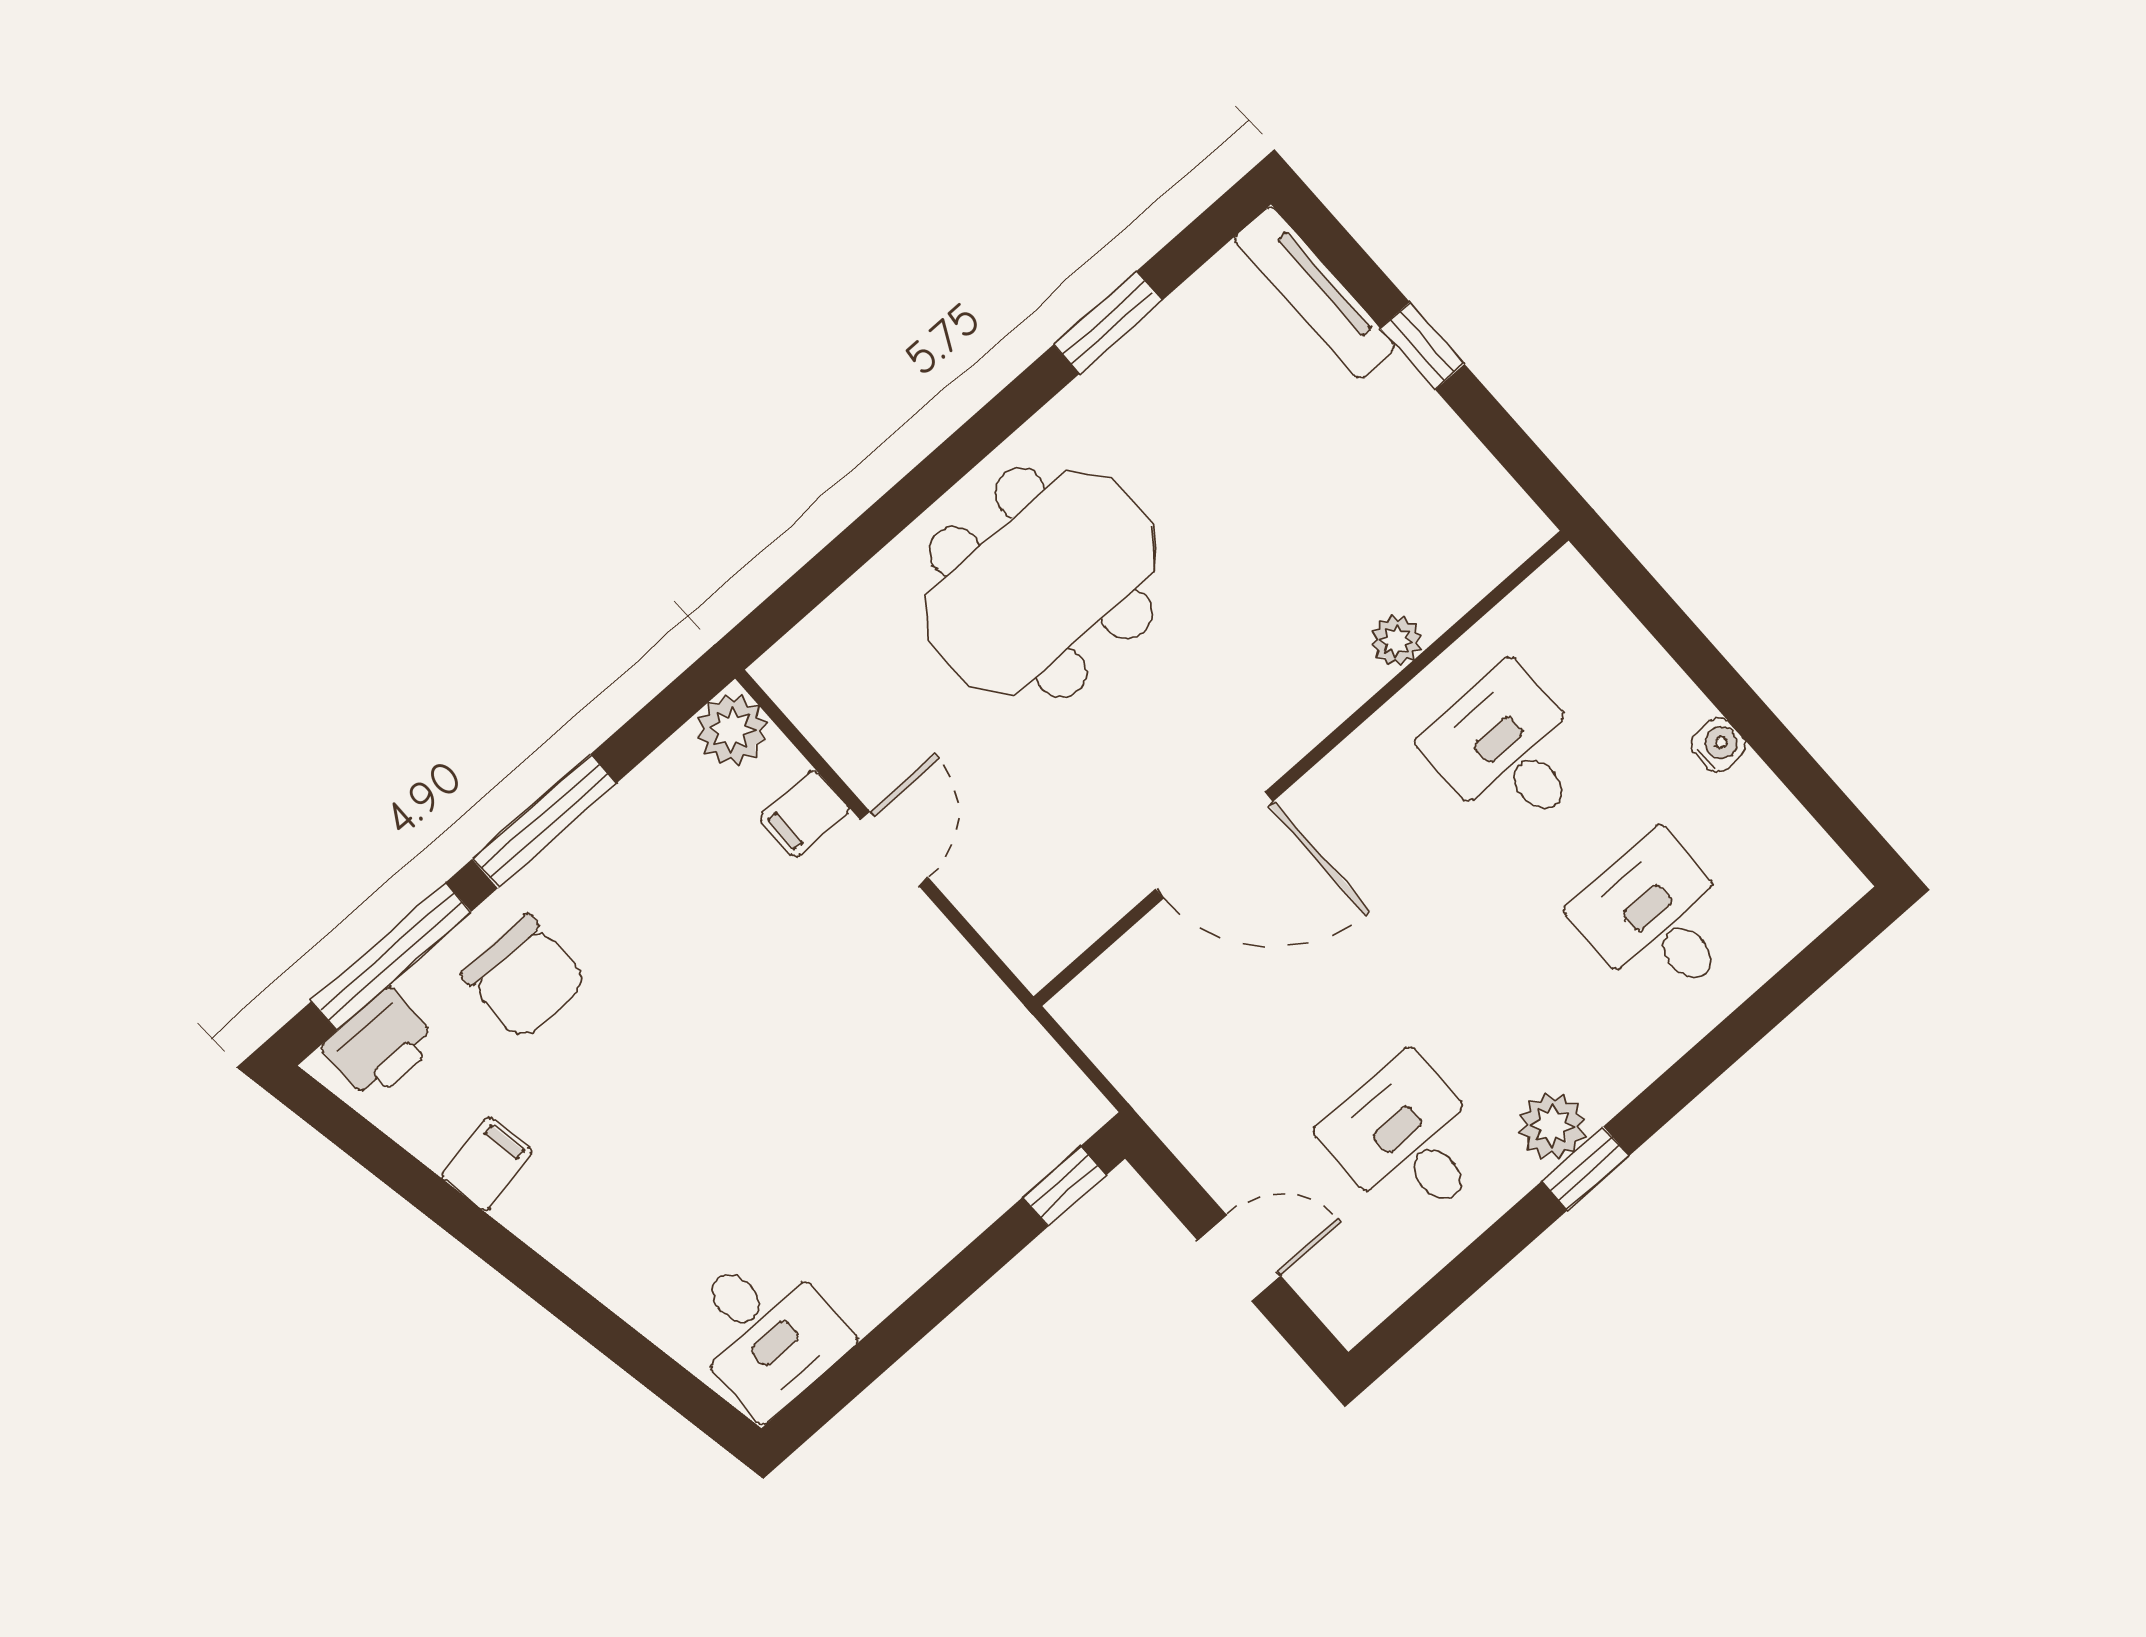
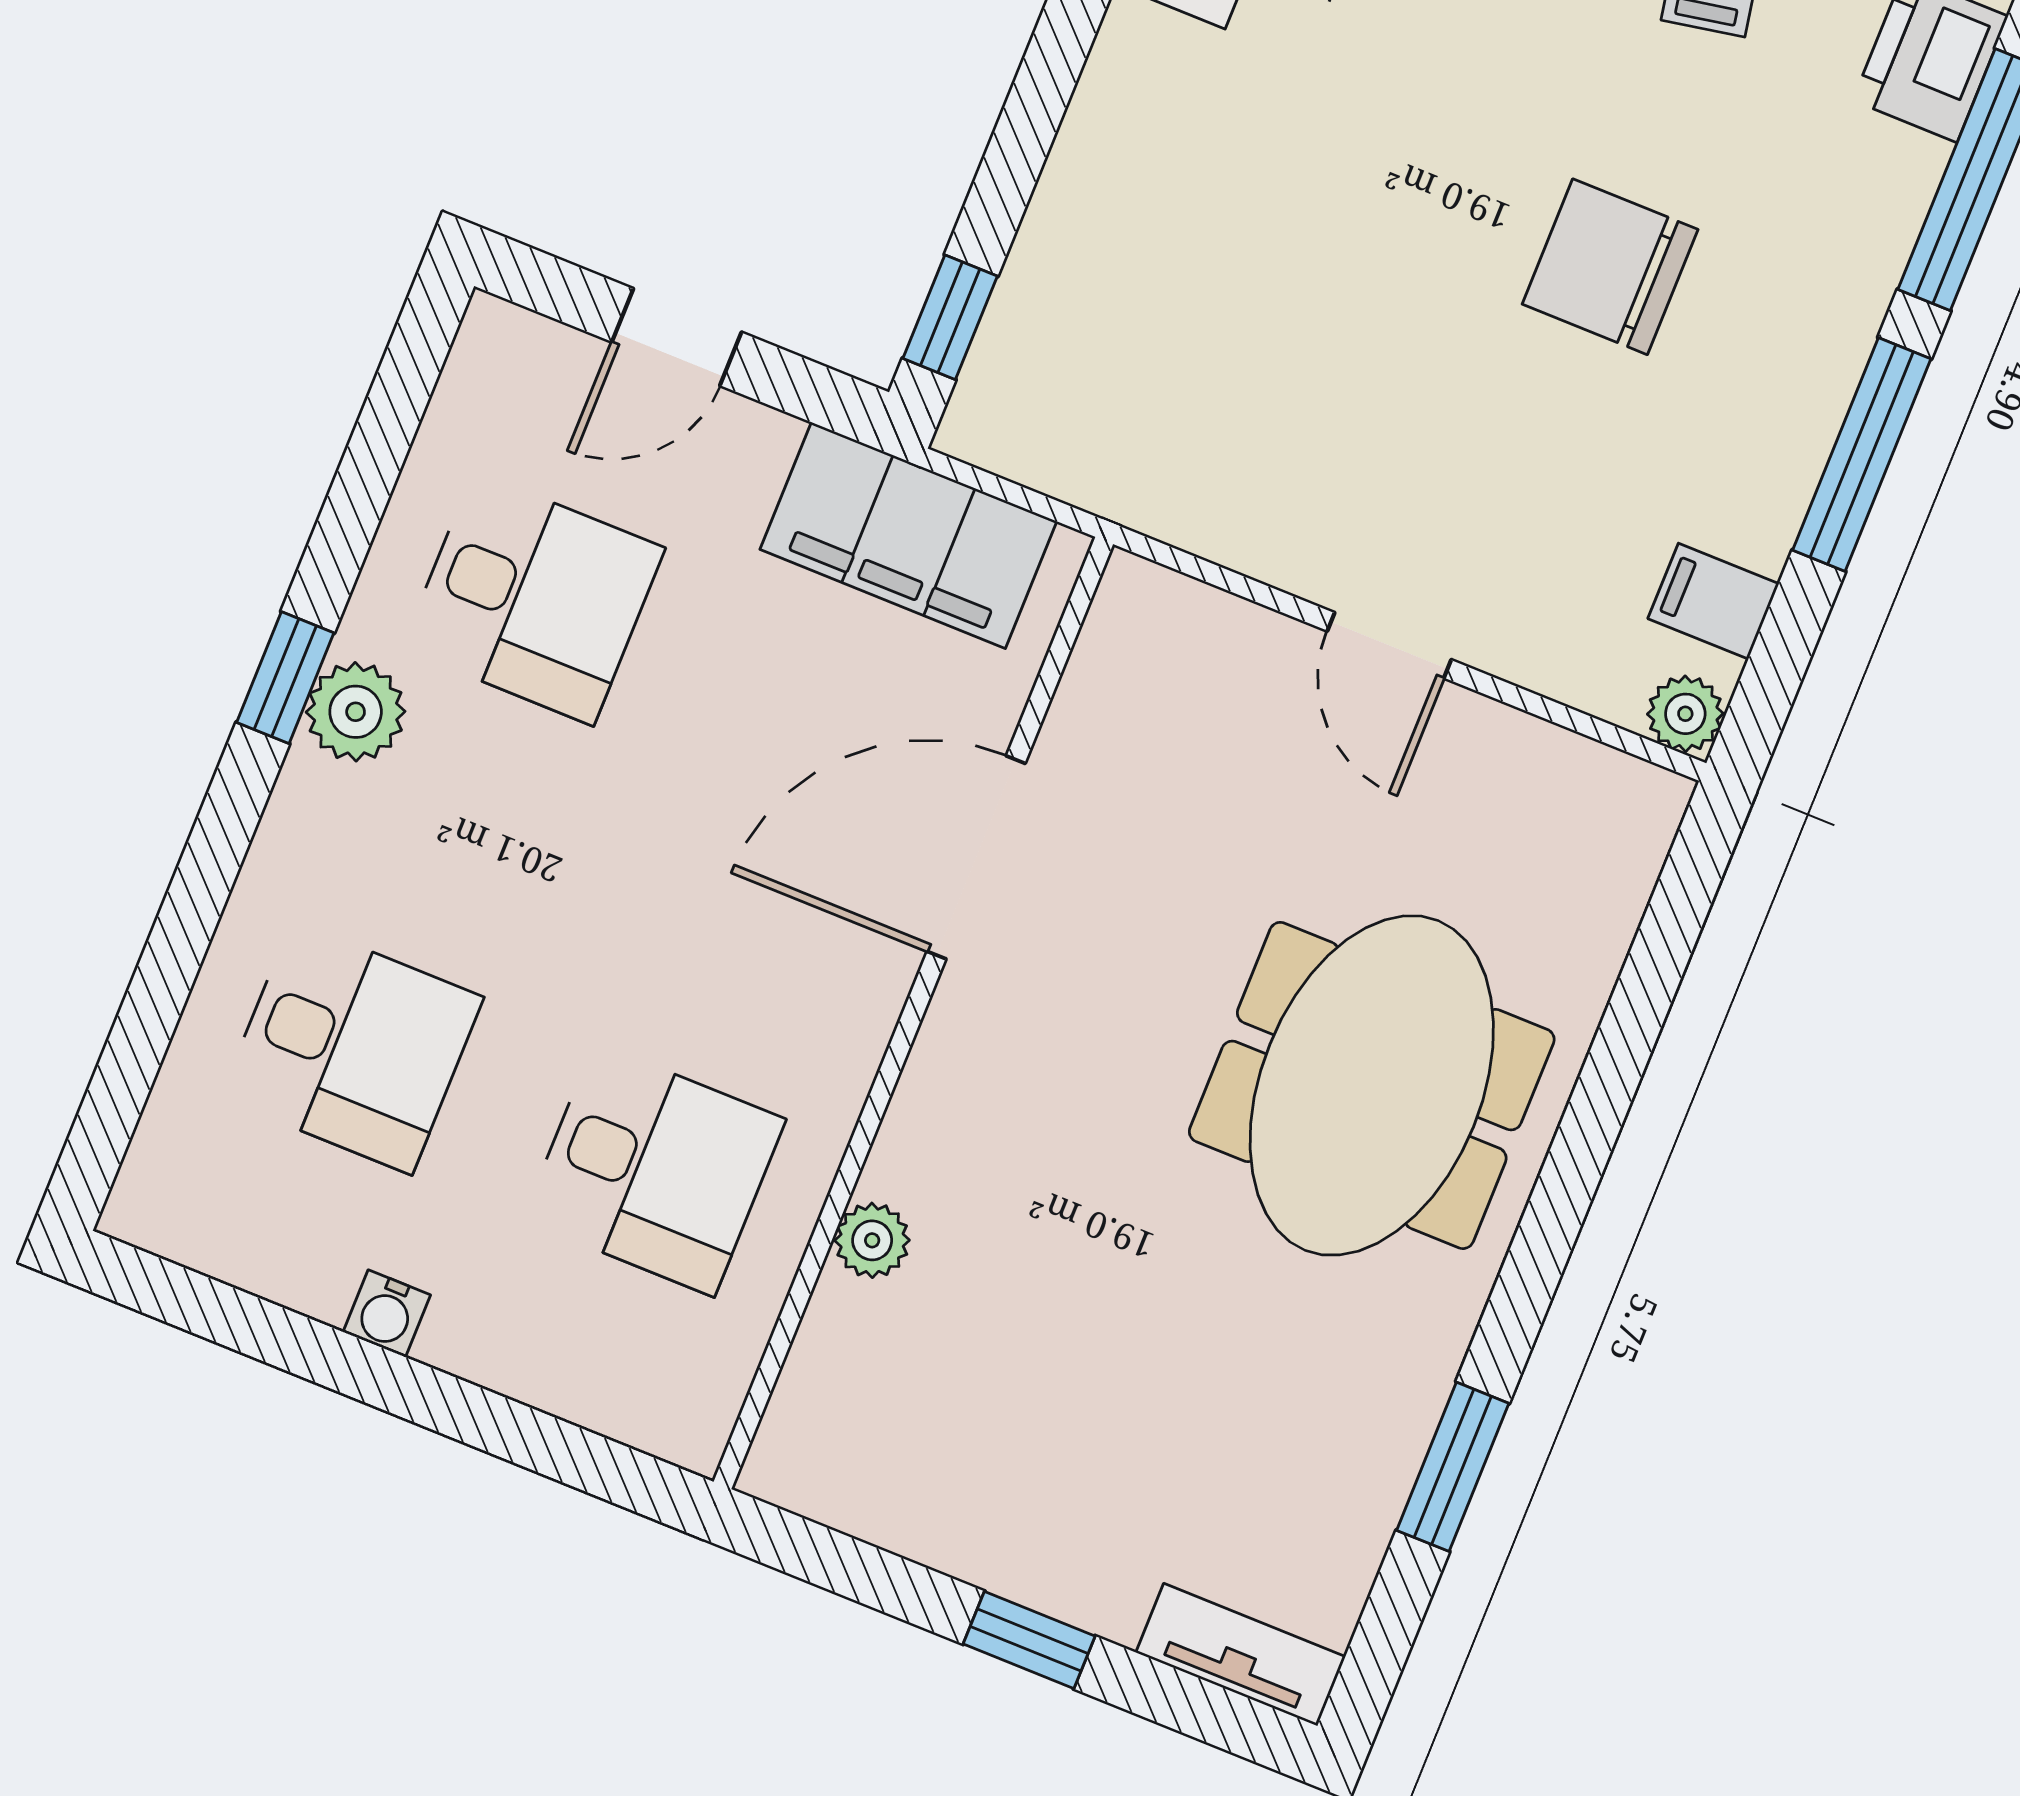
tv unit: (1315, 293) -> (1241, 1655), width x0.71
plant: (732, 729) -> (1685, 714), width x0.73, depth x0.73
filing cabinet: (805, 814) -> (1713, 601), moved, turned -90
chair: (524, 978) -> (1610, 267), moved
filing cabinet: (1157, 1065) -> (908, 535), added

